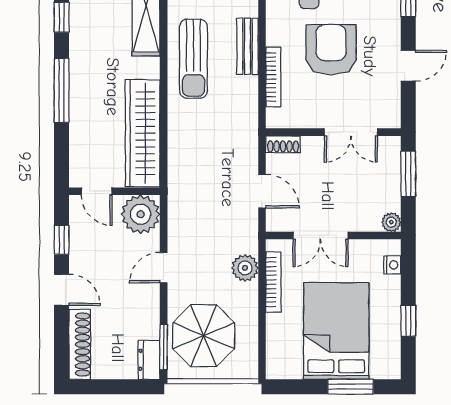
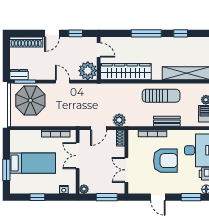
sun lounger: (193, 59) -> (161, 96), turned 180
door: (97, 191) -> (99, 50), swing flipped
plant: (245, 268) -> (119, 120), moved
bed: (336, 331) -> (33, 163), width x0.67

